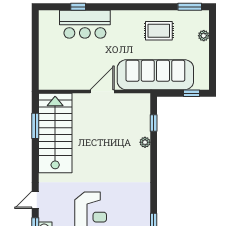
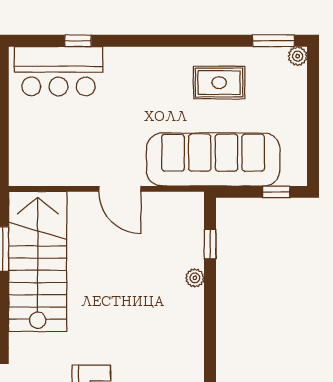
bar counter: (85, 24) -> (59, 71), moved
plant: (204, 36) -> (298, 56), moved
door: (102, 91) -> (120, 189), swing flipped

